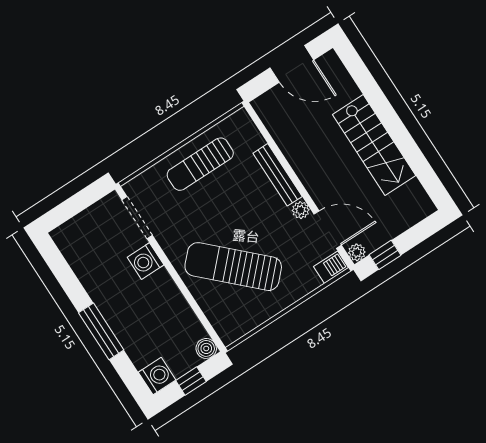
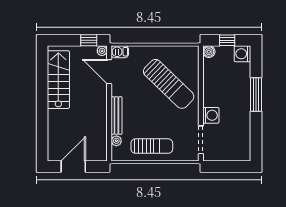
door: (292, 64) -> (73, 166), hinge flipped
stairs: (374, 145) -> (58, 80), moved
plant: (301, 210) -> (116, 141), moved

